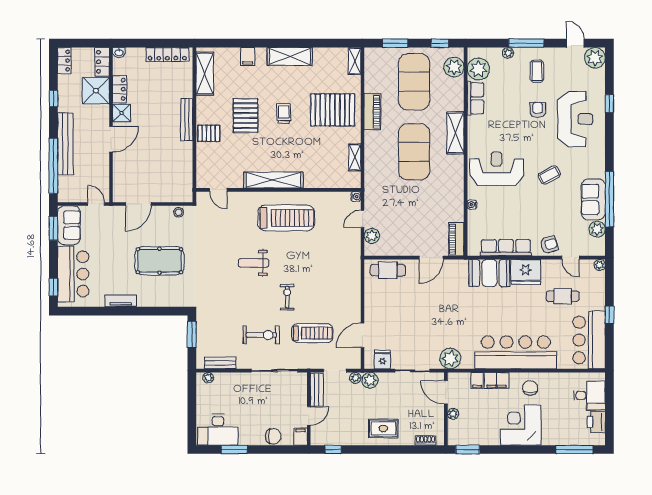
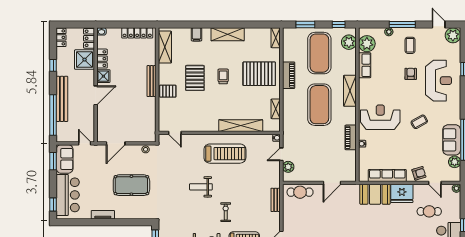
shelving: (273, 180) -> (241, 126), moved
piano: (456, 239) -> (351, 137), moved
bench: (355, 281) -> (276, 200), added

